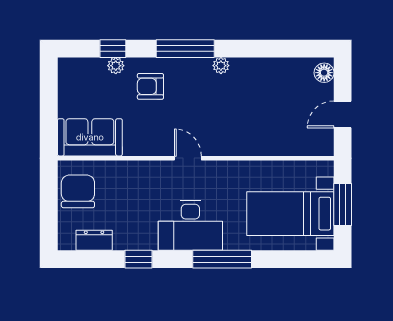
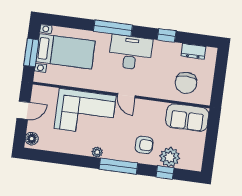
plant: (116, 66) -> (170, 157), width x1.88, depth x1.88
corner sofa: (248, 124) -> (85, 112), added
chair: (78, 191) -> (186, 83), moved

